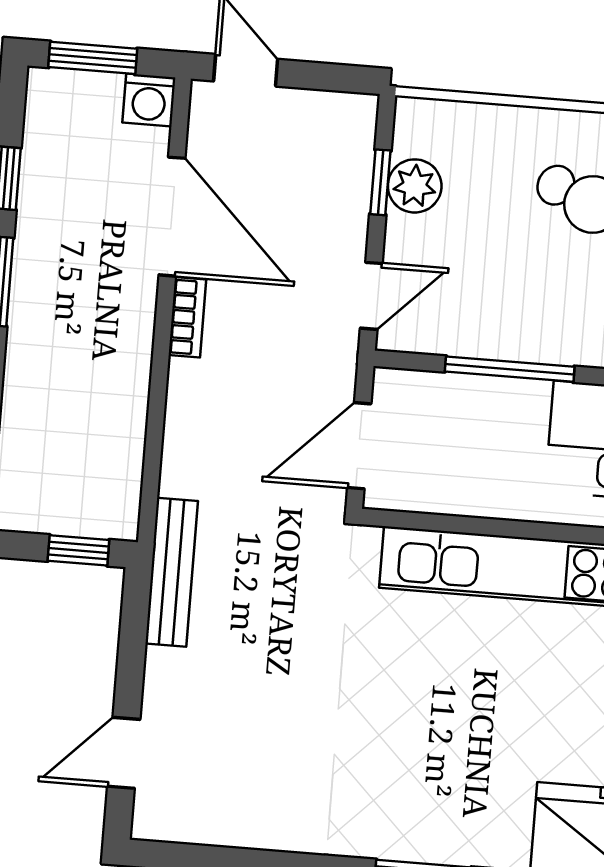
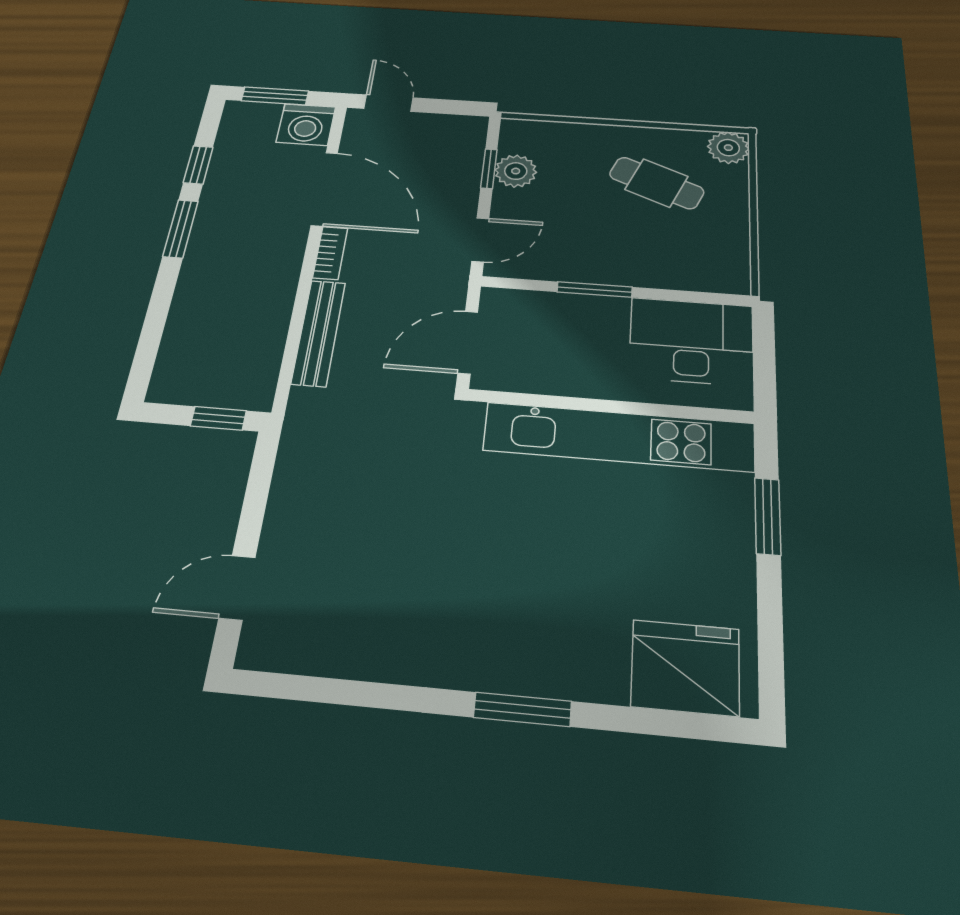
washing machine: (149, 100) -> (306, 125), width x1.38, depth x1.38
window: (510, 369) -> (595, 289), width x0.69
bench: (172, 572) -> (319, 333), moved

